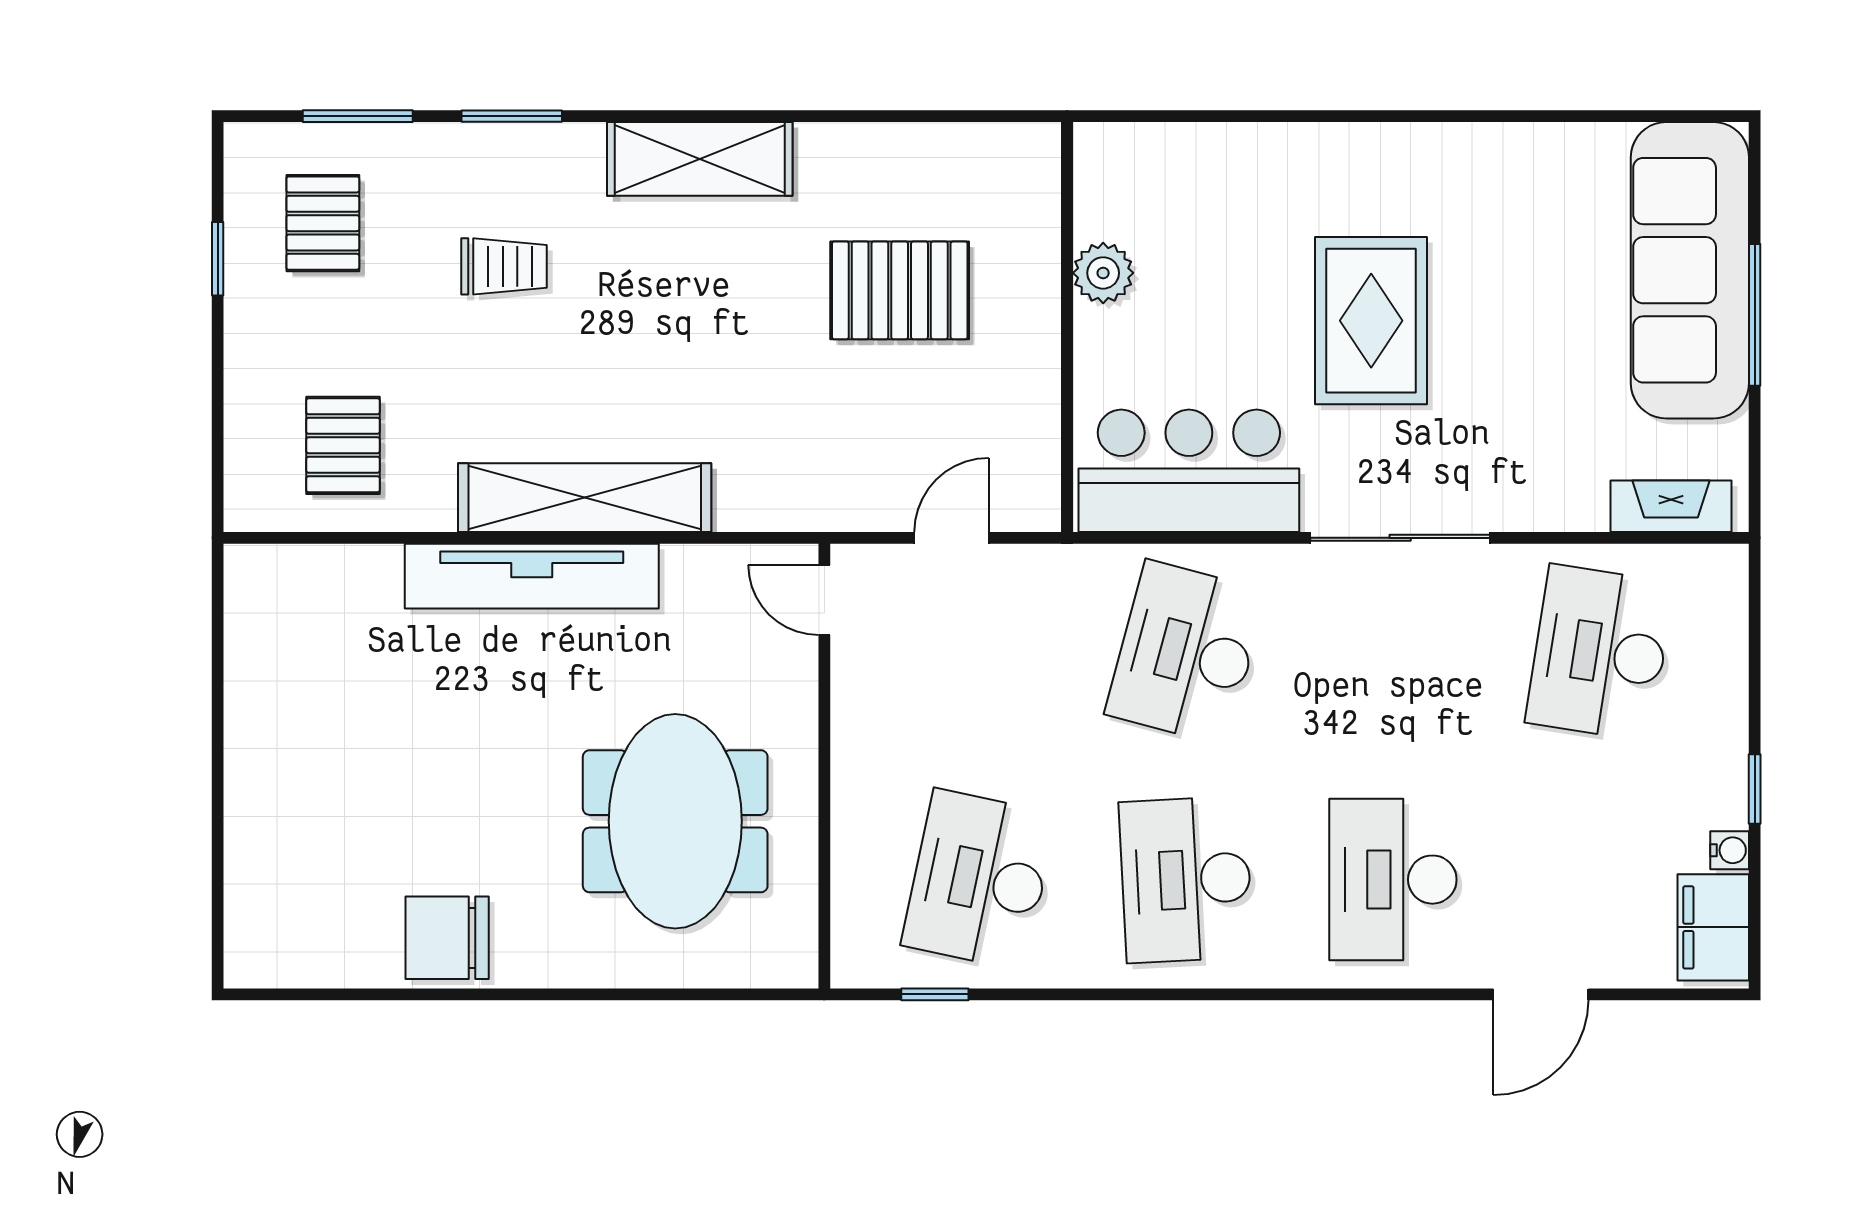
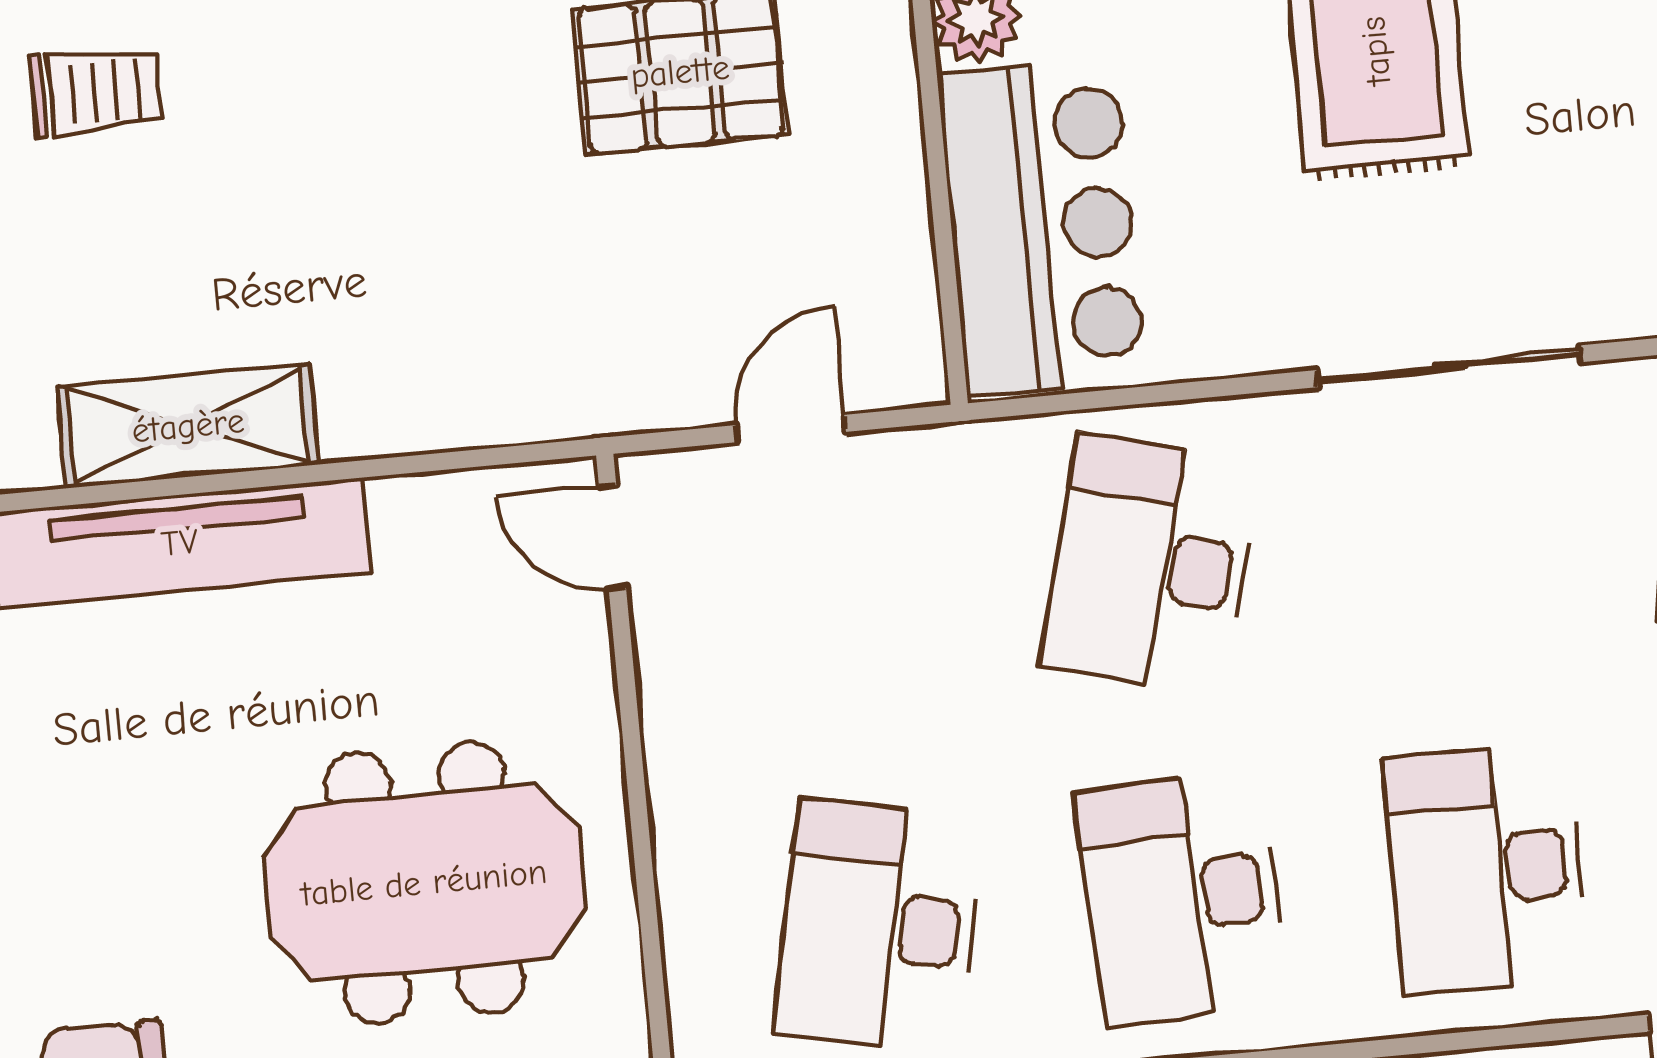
bar counter: (1189, 471) -> (1042, 228), moved, turned 90
shelving: (585, 498) -> (188, 426), width x0.68
meeting table: (675, 821) -> (424, 883), turned 90

